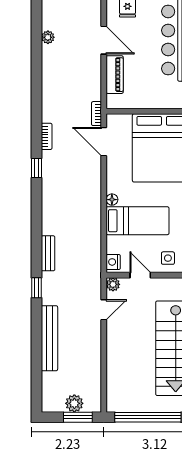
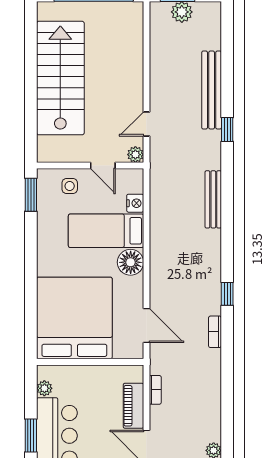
bookcase: (96, 114) -> (155, 390), moved
floor lamp: (112, 200) -> (131, 262), width x1.89, depth x1.89
bench: (48, 253) -> (213, 199), width x1.36
nightstand: (113, 262) -> (135, 203), moved
window: (36, 288) -> (227, 129), moved

